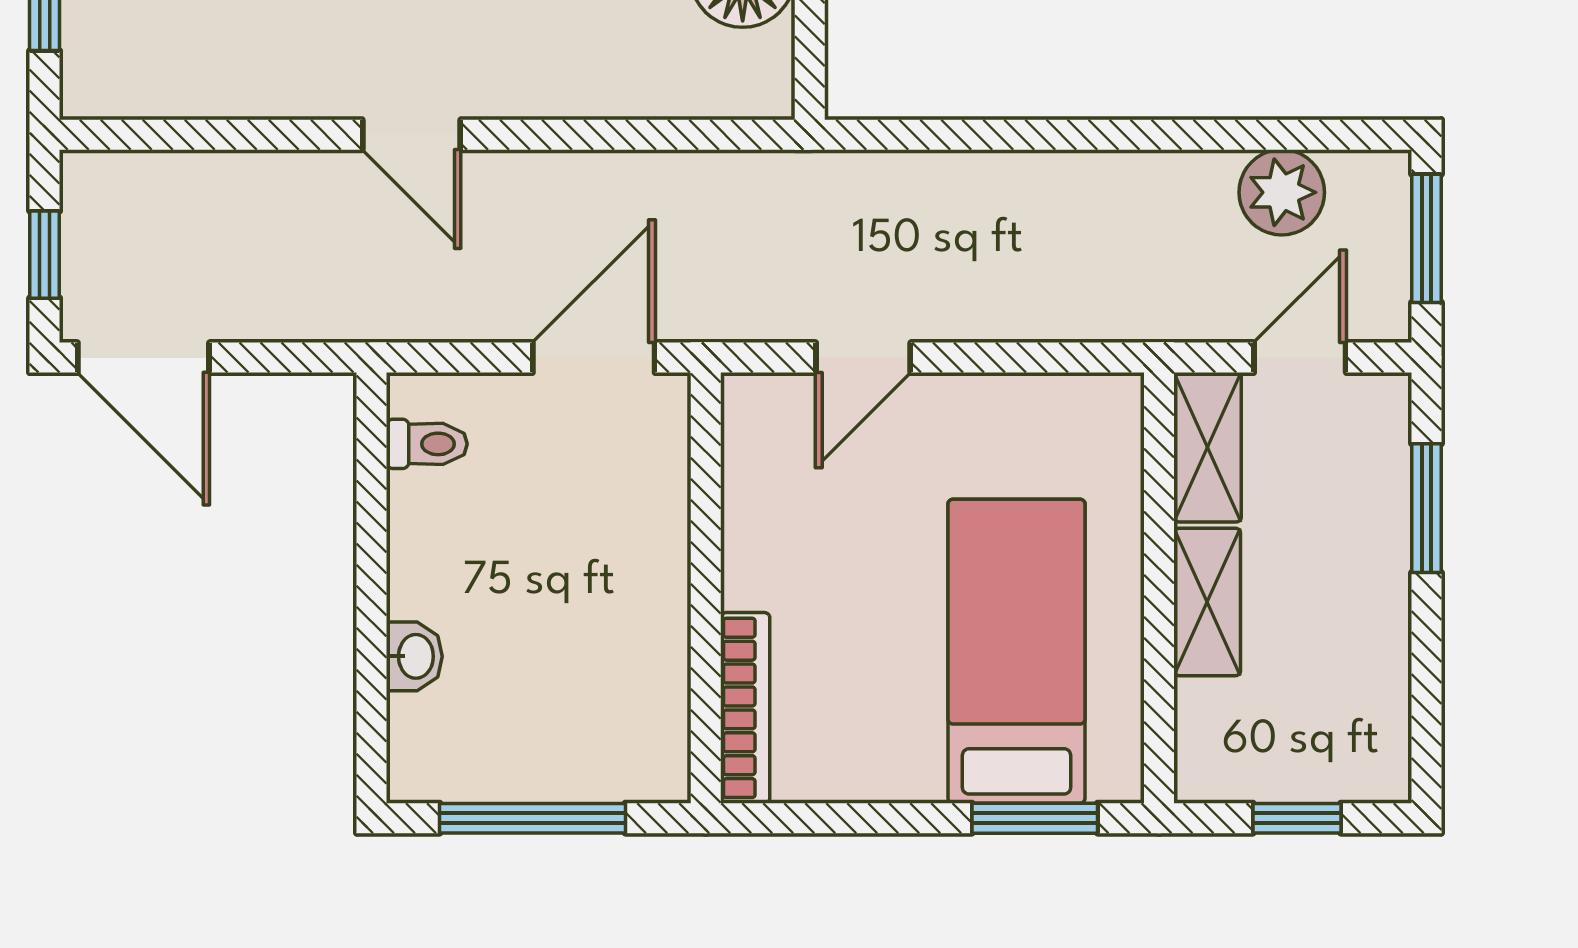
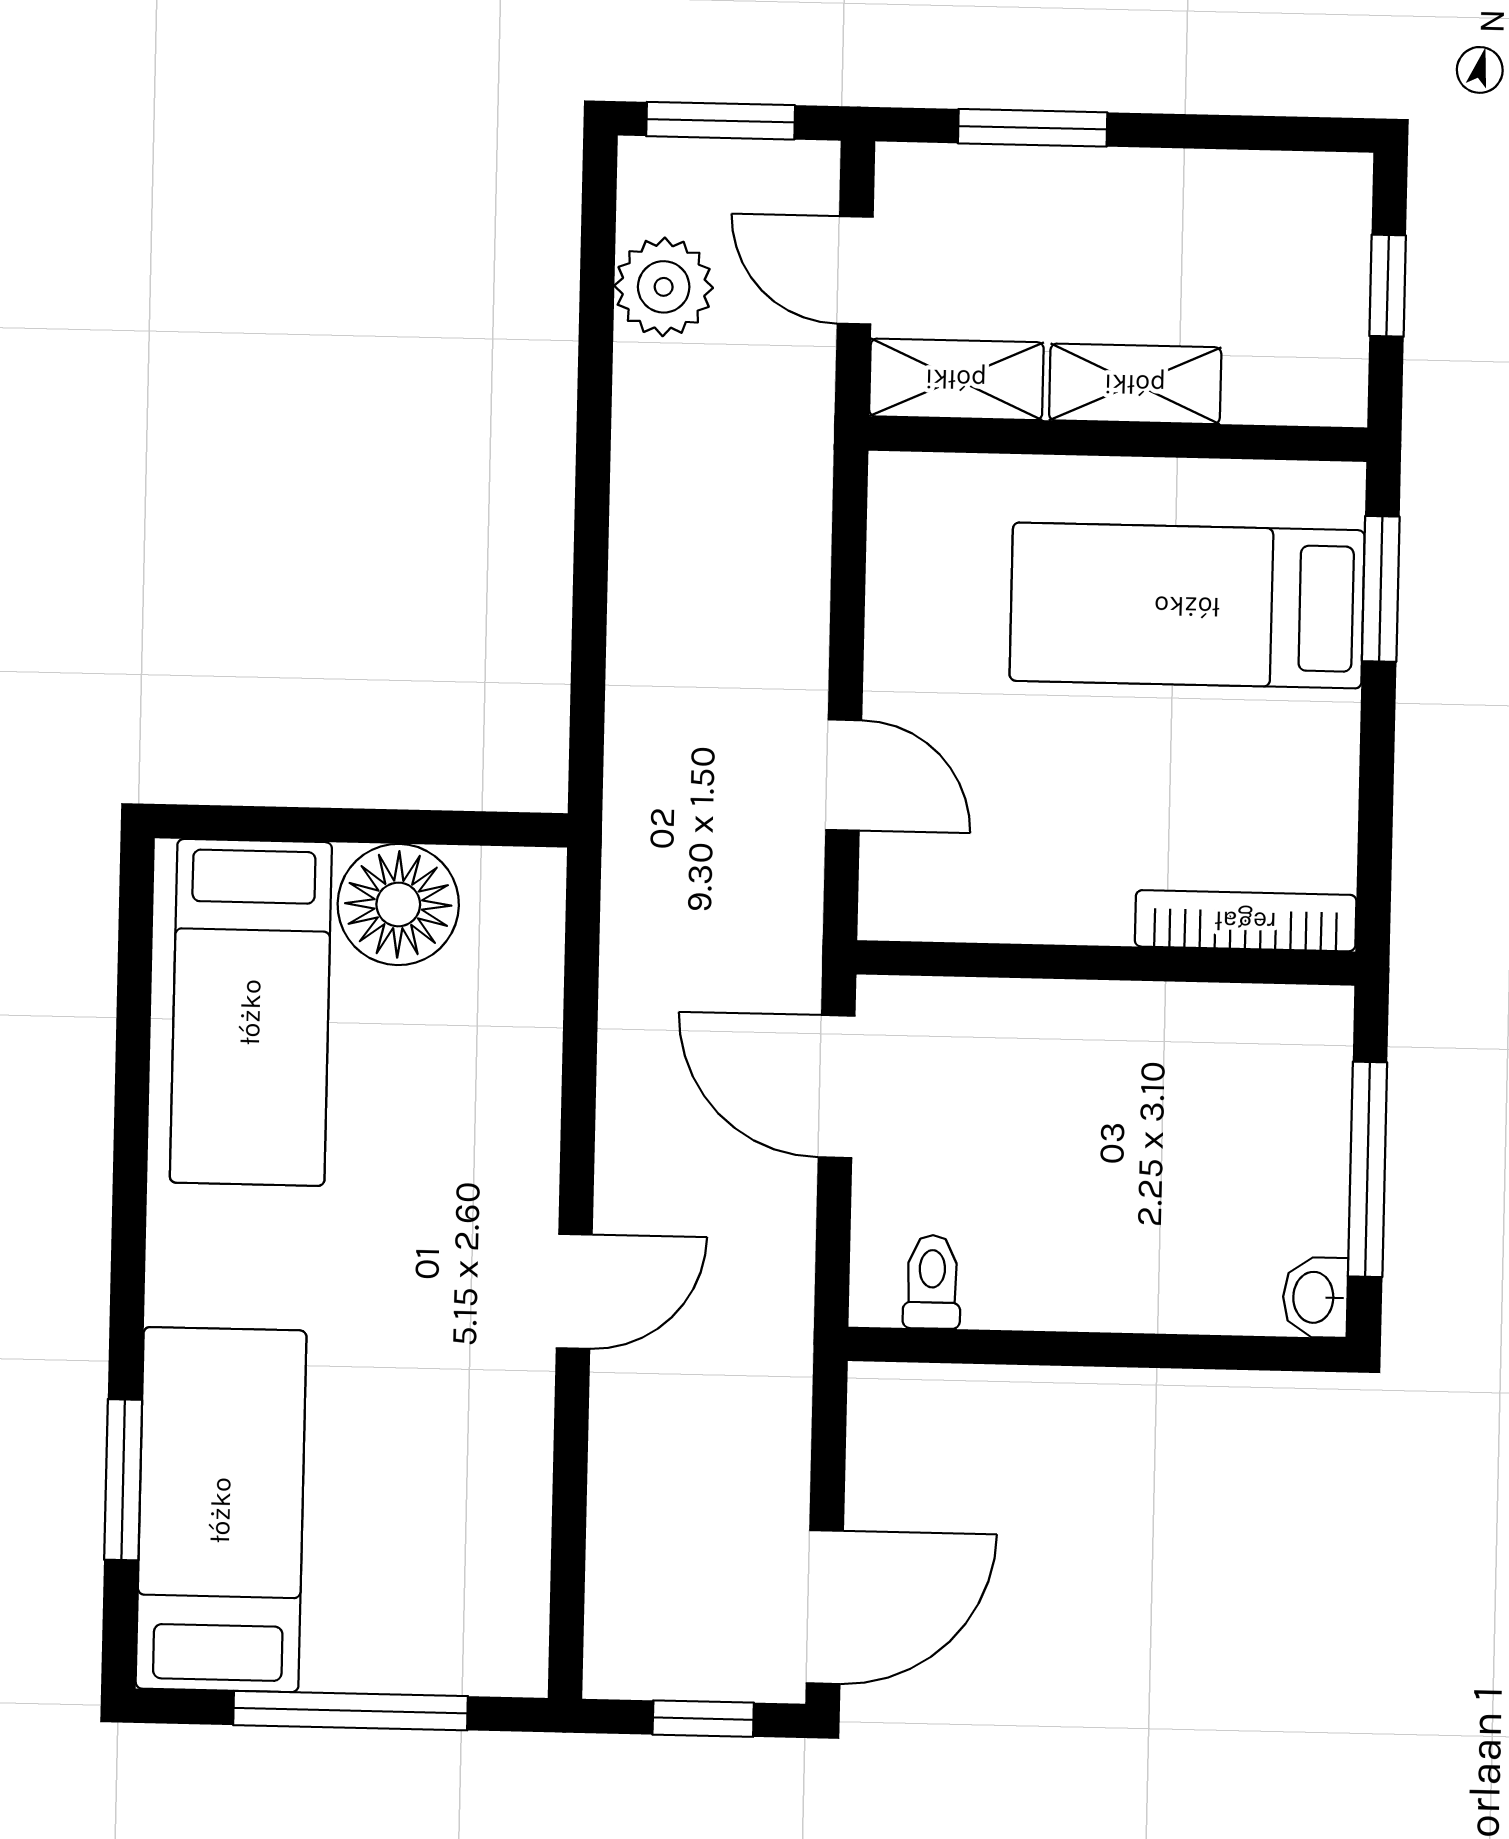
washbasin: (414, 656) -> (1315, 1297), moved, turned -90

